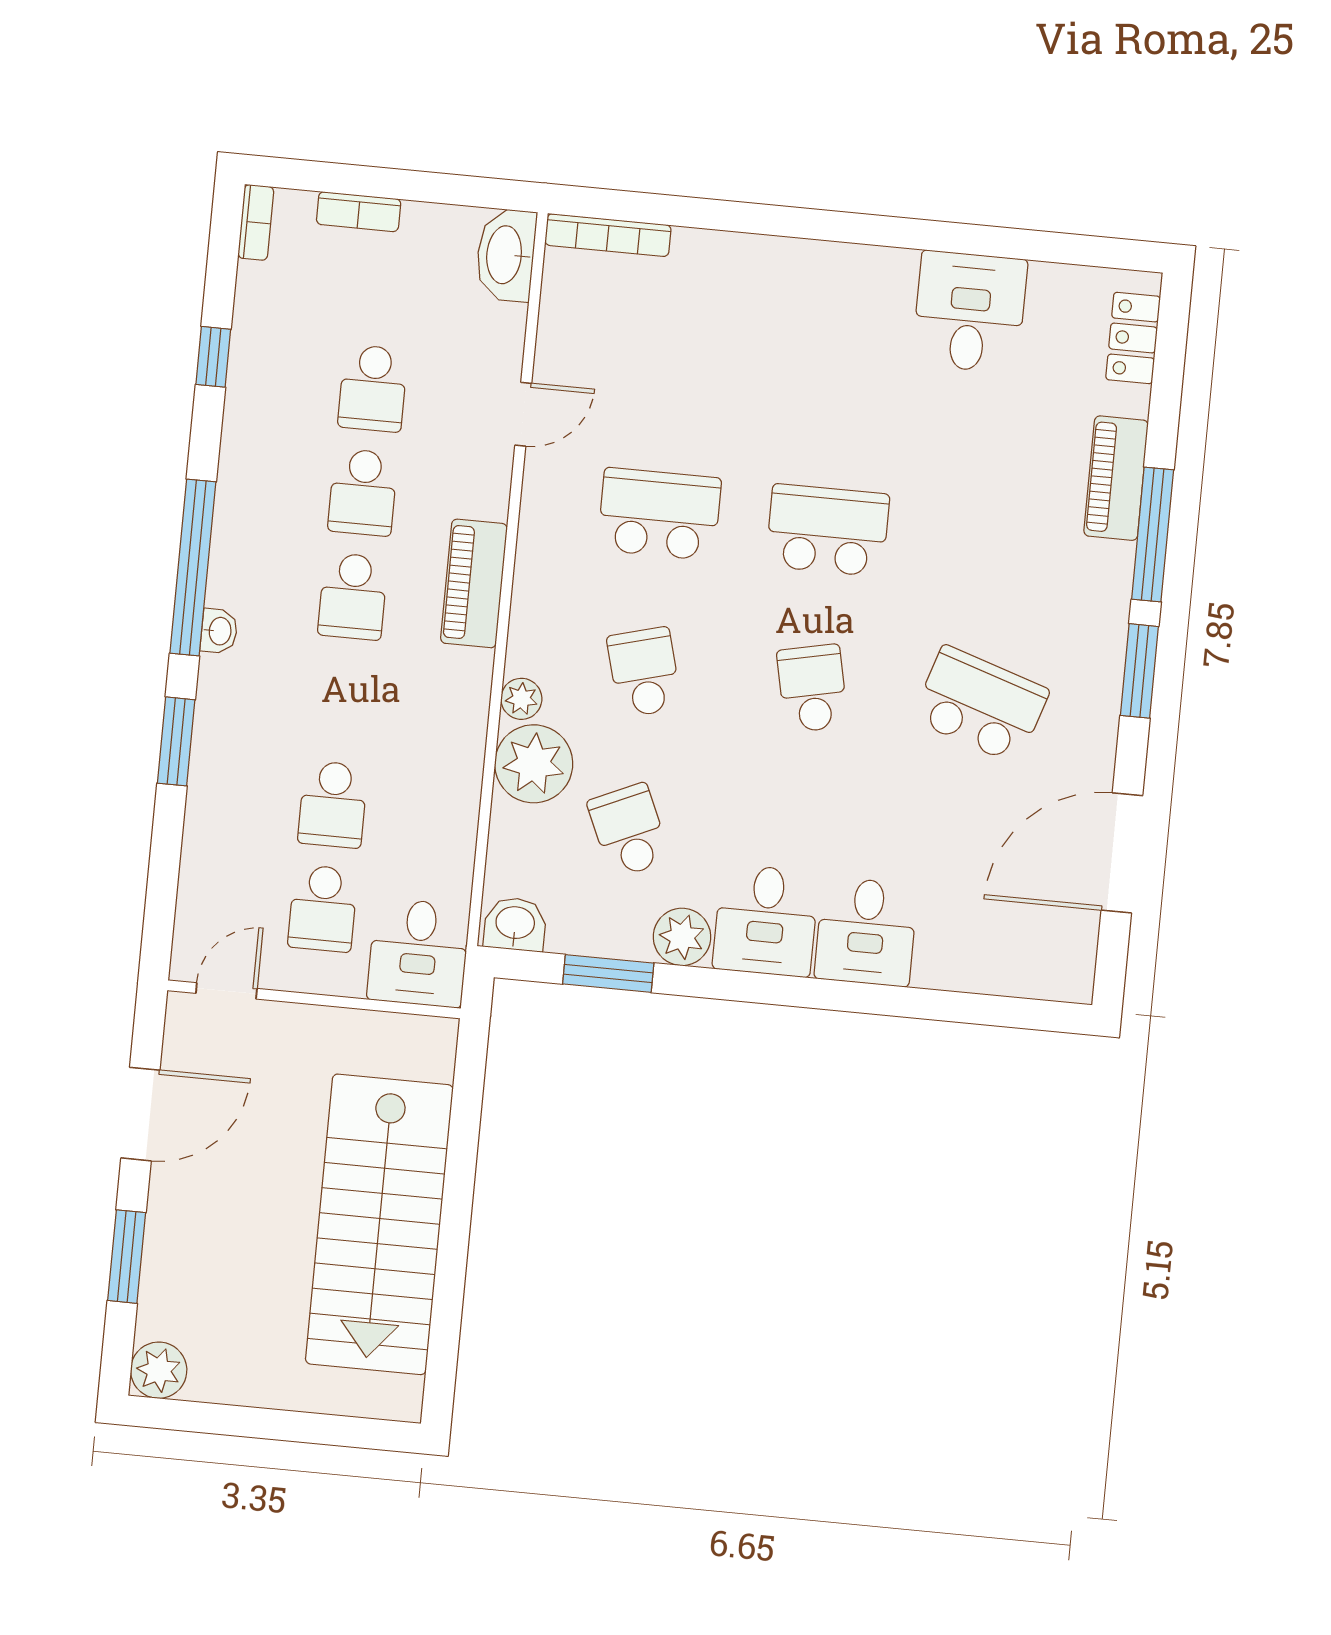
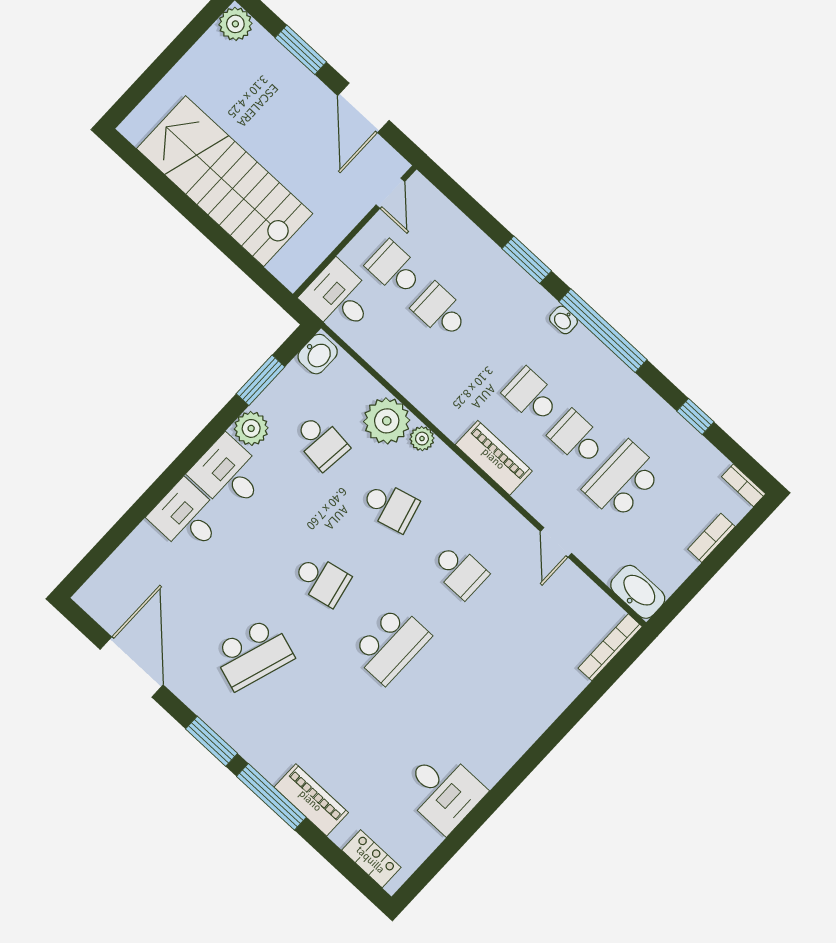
school desk: (373, 388) -> (623, 481), width x1.85
school desk: (659, 514) -> (460, 571), width x0.54
school desk: (629, 830) -> (321, 442), turned 30

